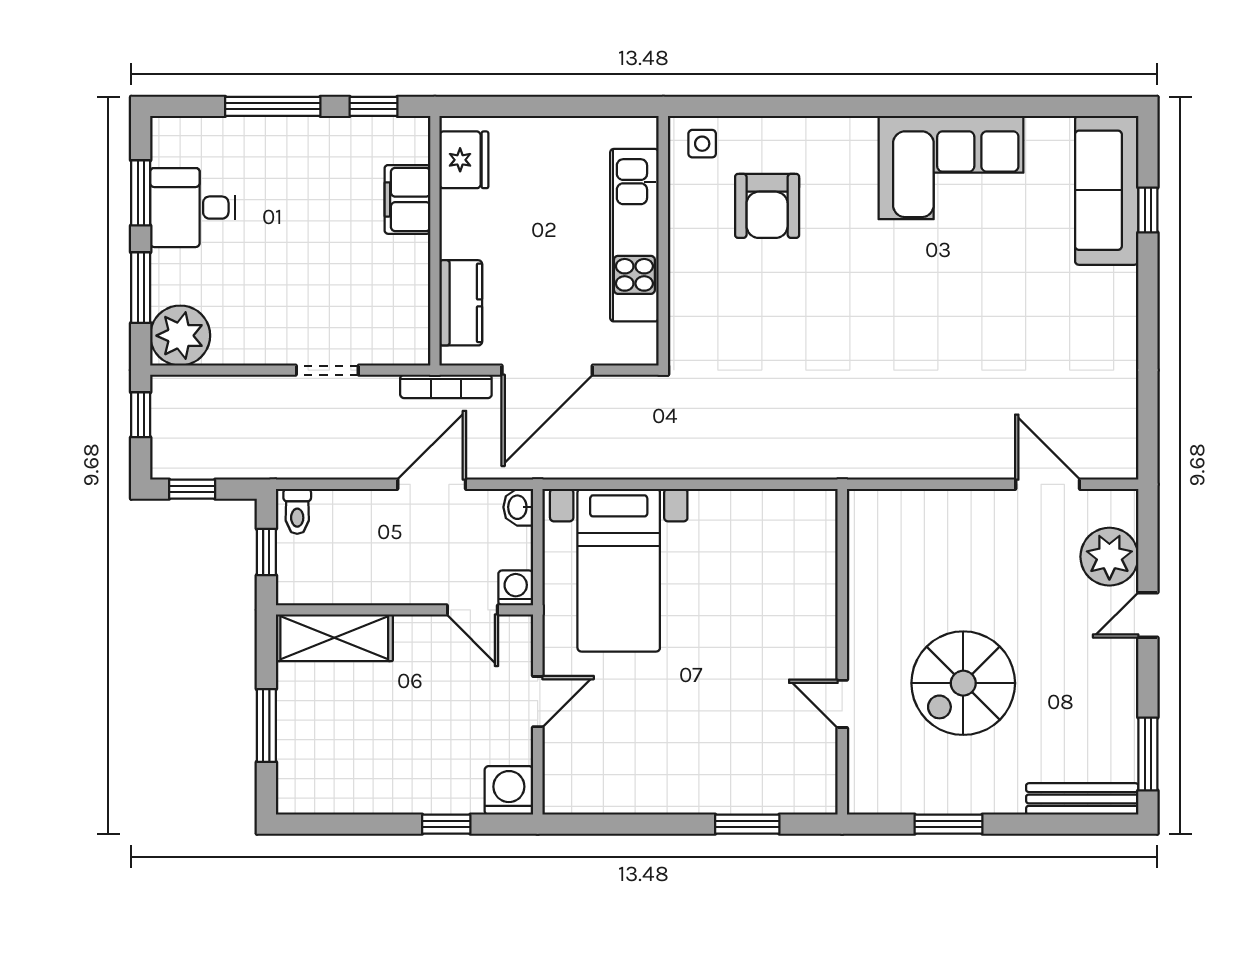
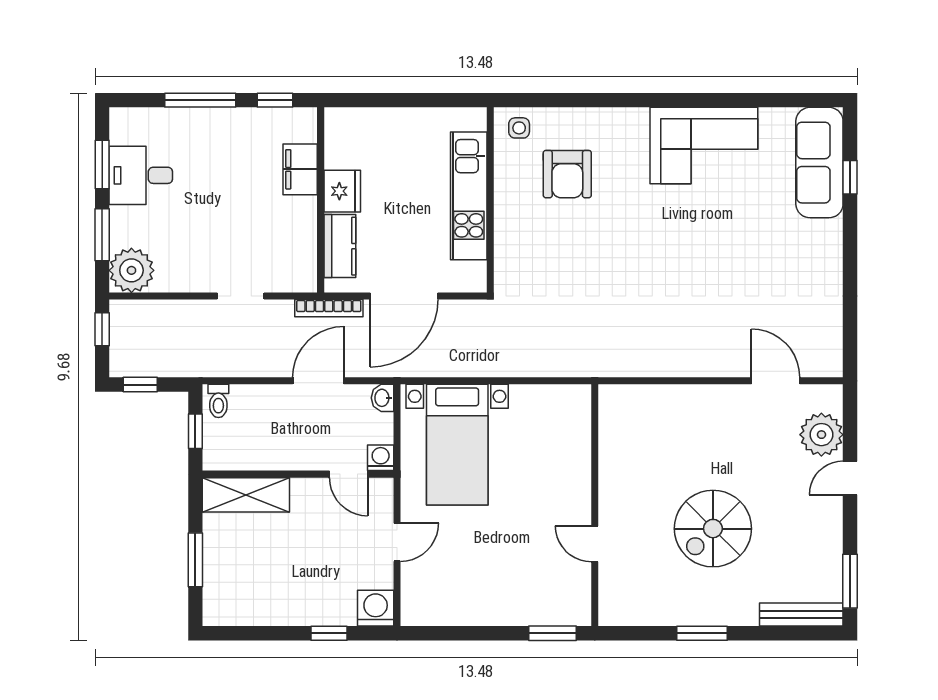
fridge: (464, 160) -> (342, 191), moved
wall: (842, 652) -> (595, 505), moved
door: (842, 704) -> (595, 544), moved

